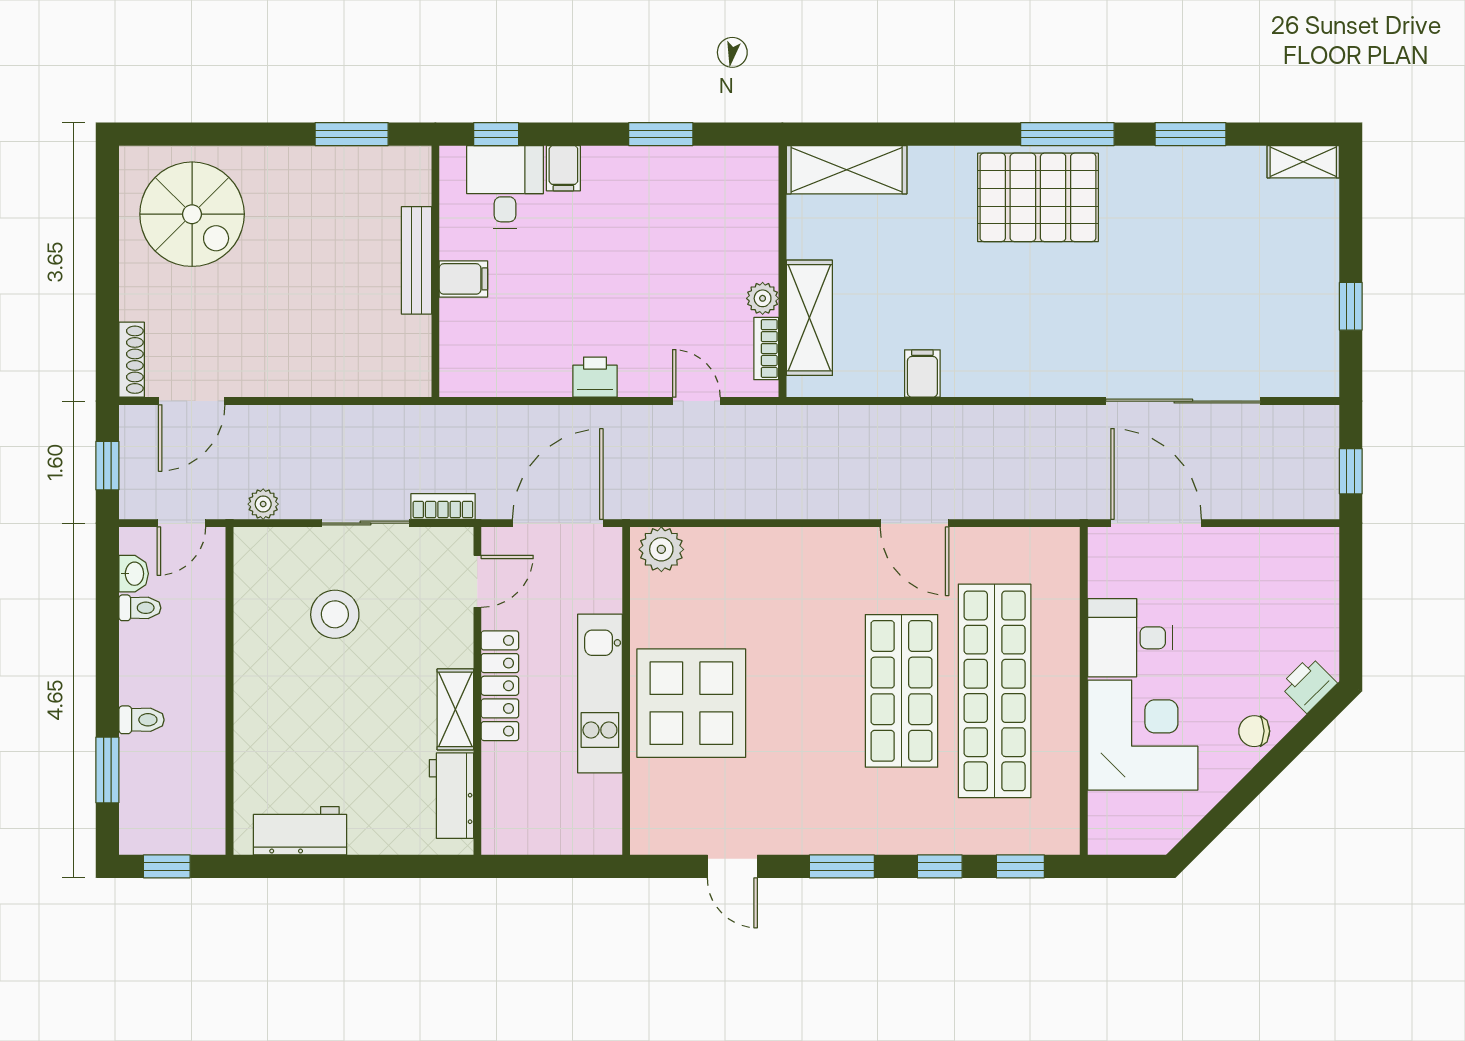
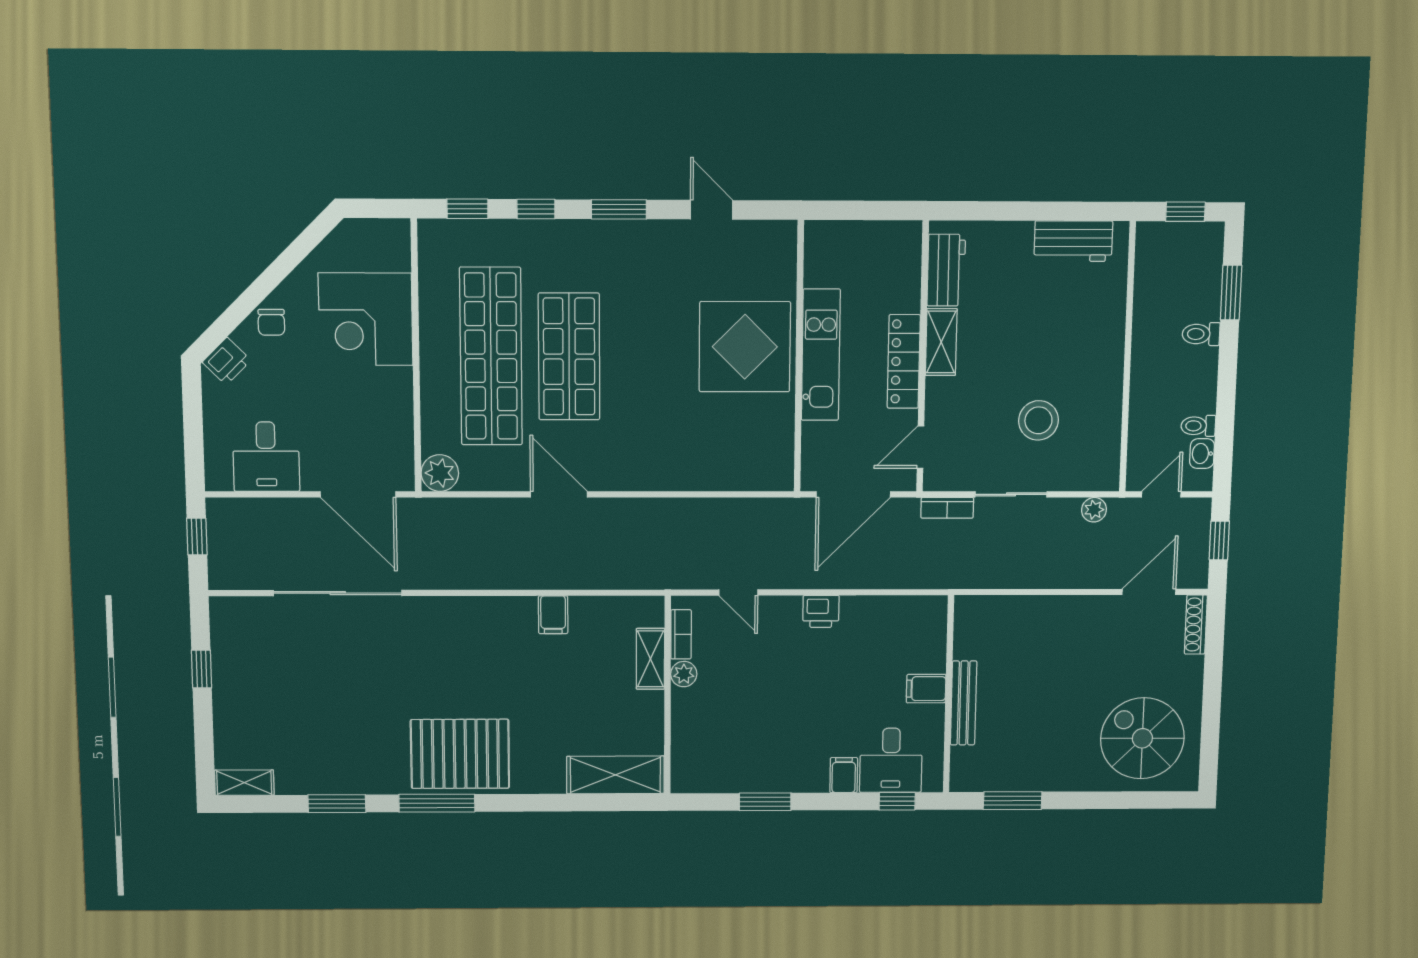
shelving: (809, 318) -> (650, 659), width x0.67, depth x0.75
plant: (661, 549) -> (440, 473), moved
desk: (1130, 638) -> (266, 457), moved, turned 90
chair: (1254, 731) -> (271, 322), turned 90

